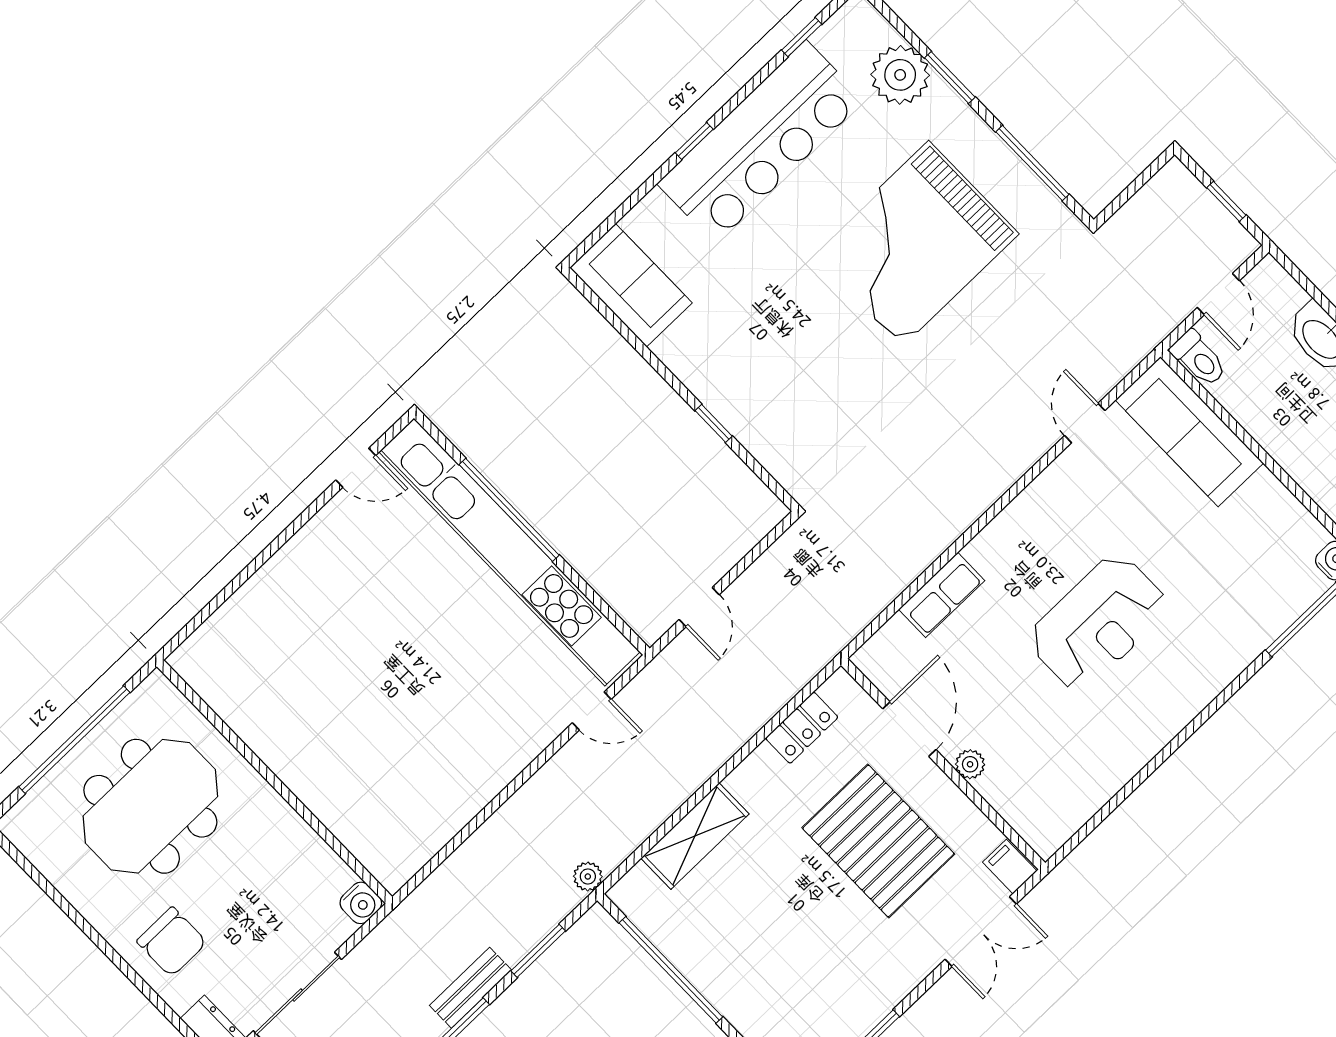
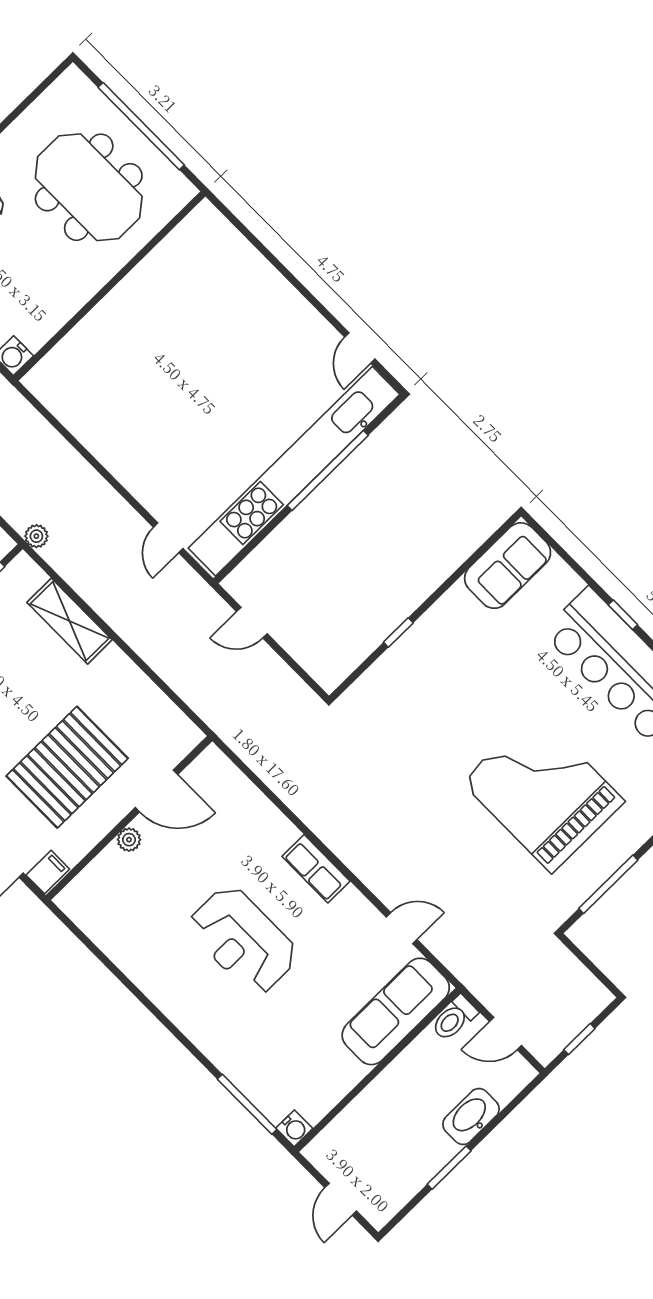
row of seats: (942, 595) -> (316, 869), moved
locker: (802, 728) -> (157, 705), removed

